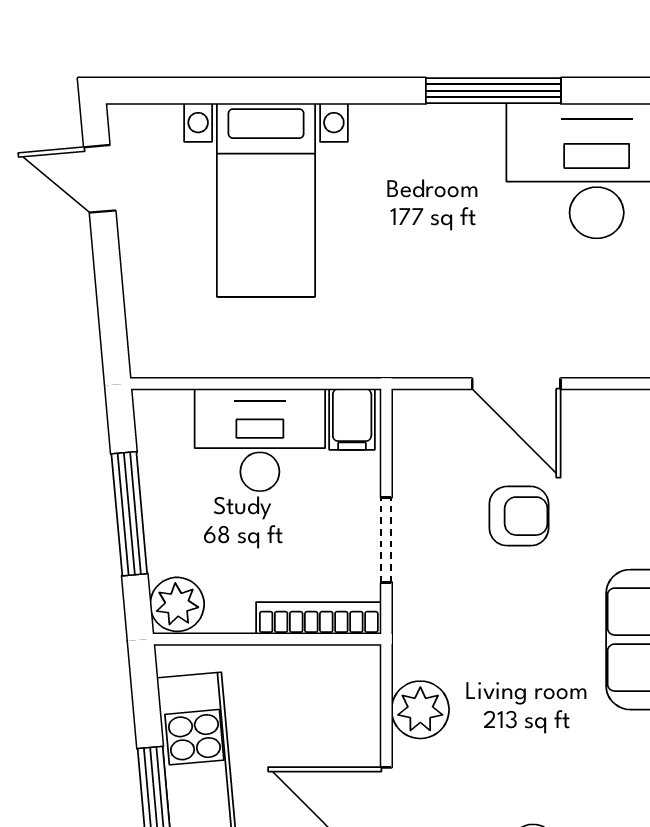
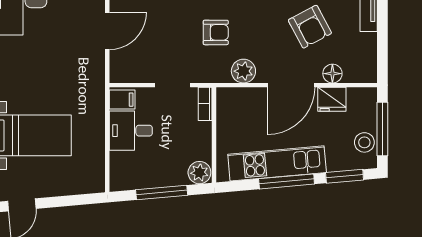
desk: (260, 440) -> (131, 131), width x0.73
armchair: (519, 516) -> (216, 32), moved, turned 90
bookcase: (319, 618) -> (205, 104), width x0.64

